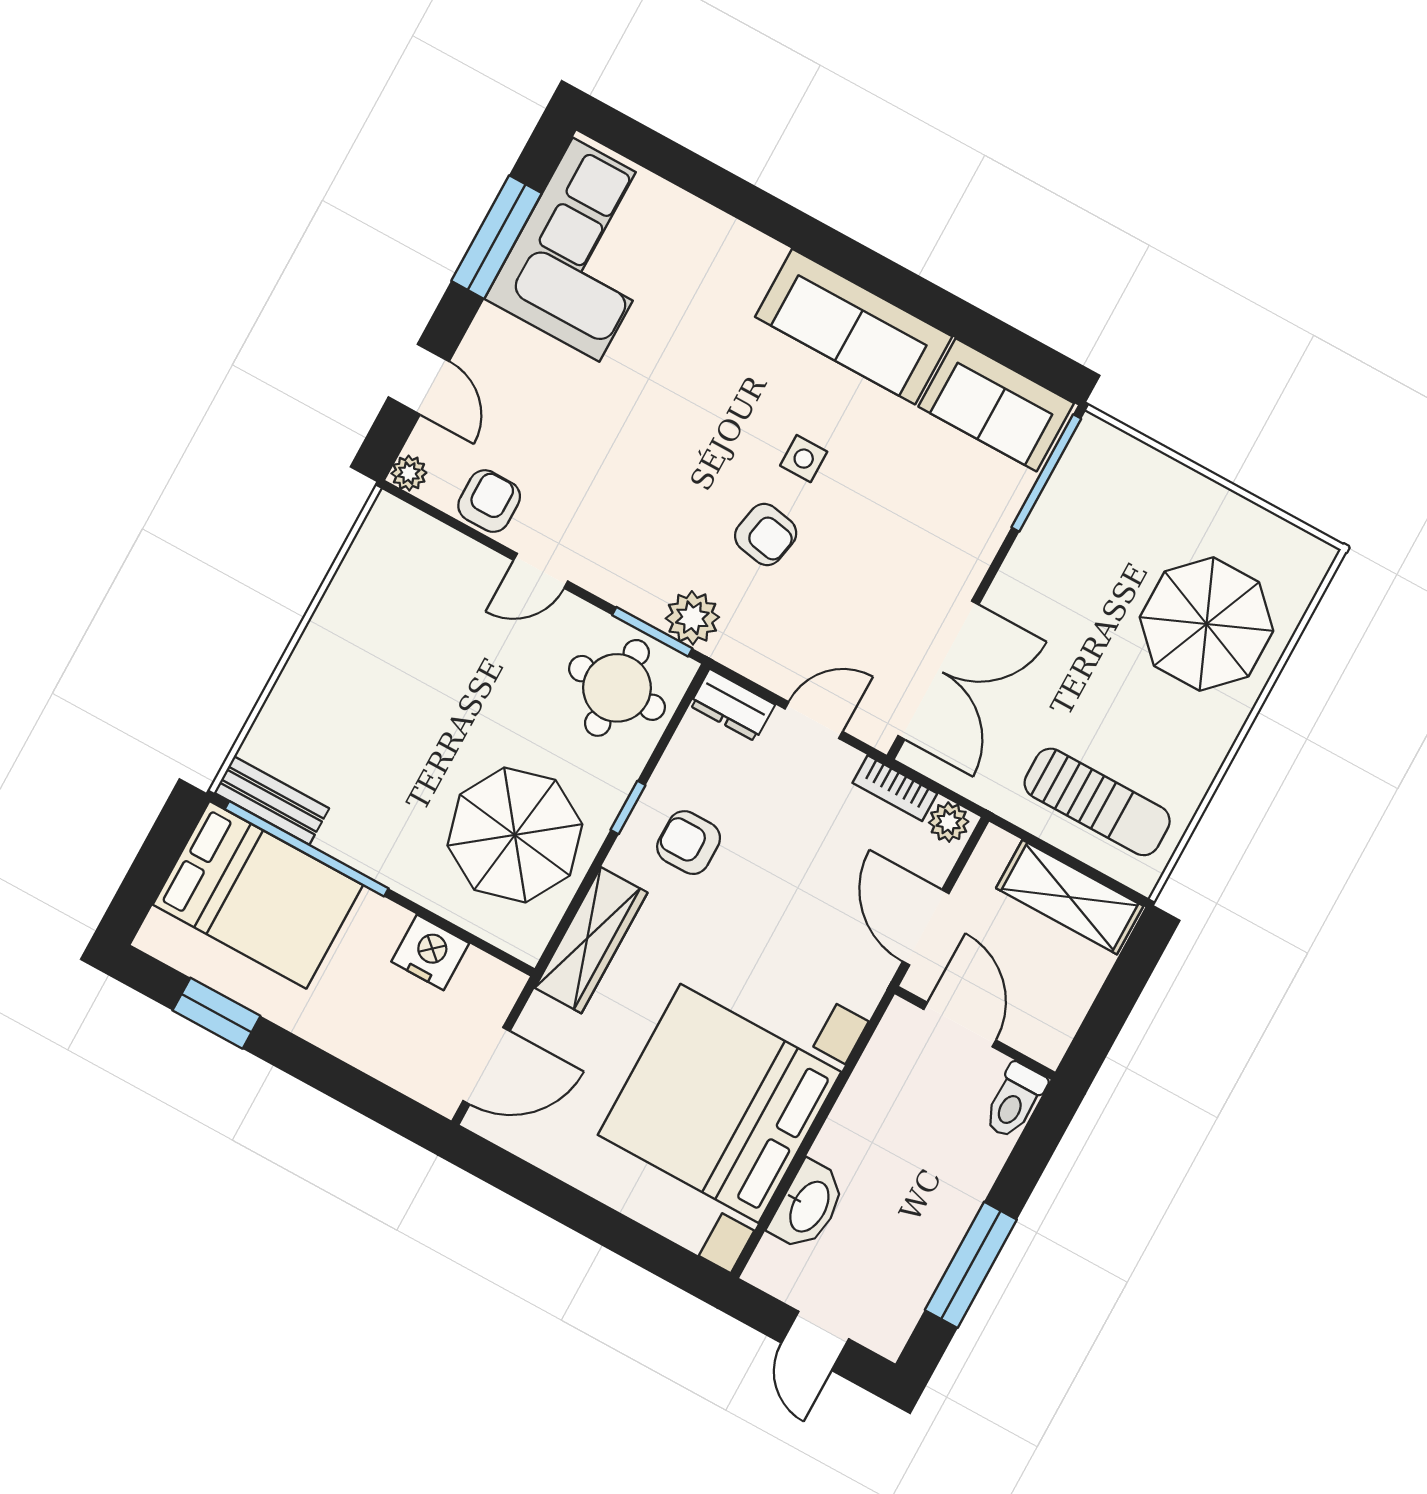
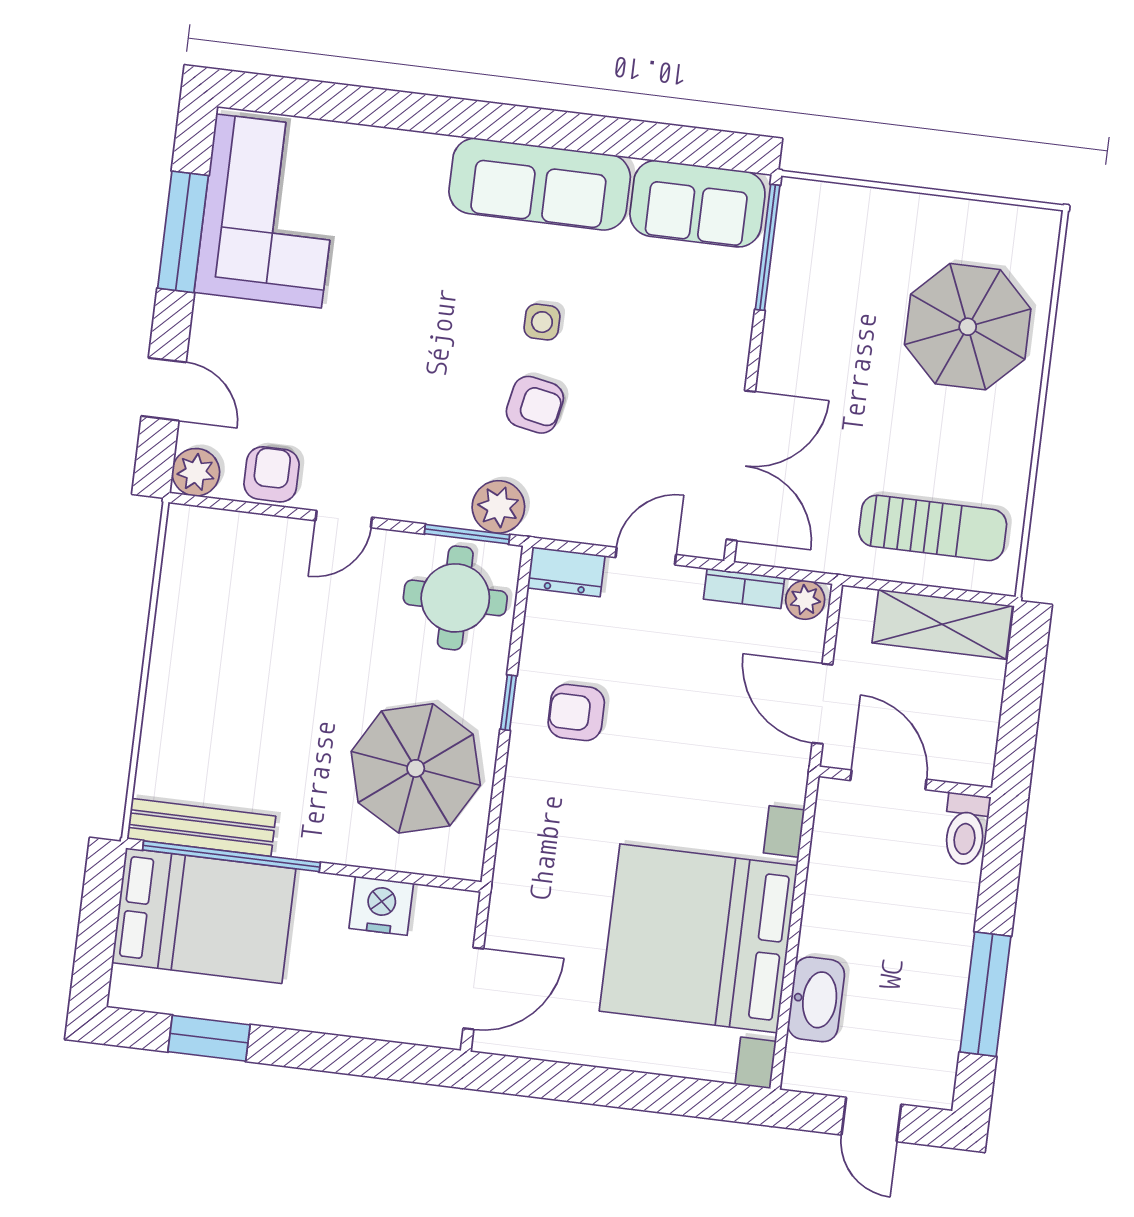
plant: (409, 473) -> (196, 472), width x1.38, depth x1.38
bench: (272, 801) -> (201, 827), width x1.36
wardrobe: (591, 940) -> (523, 837), removed

